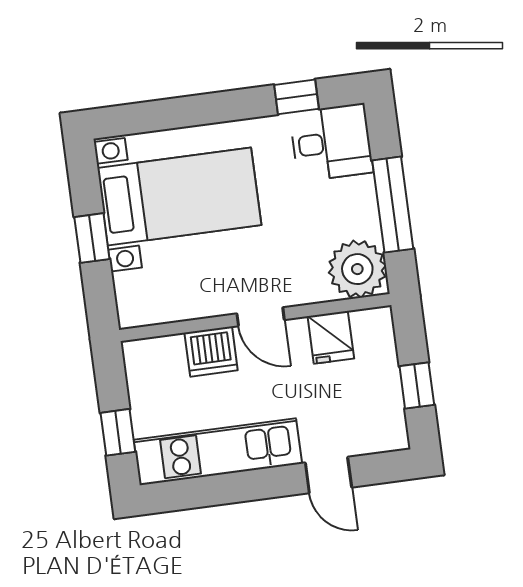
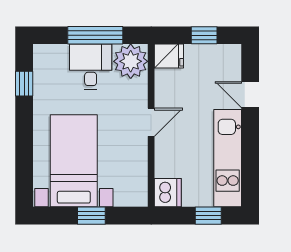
desk: (331, 142) -> (91, 67), moved
fridge: (331, 337) -> (169, 56), moved
dishwasher: (211, 351) -> (168, 193), moved
door: (328, 475) -> (250, 95), swing flipped

